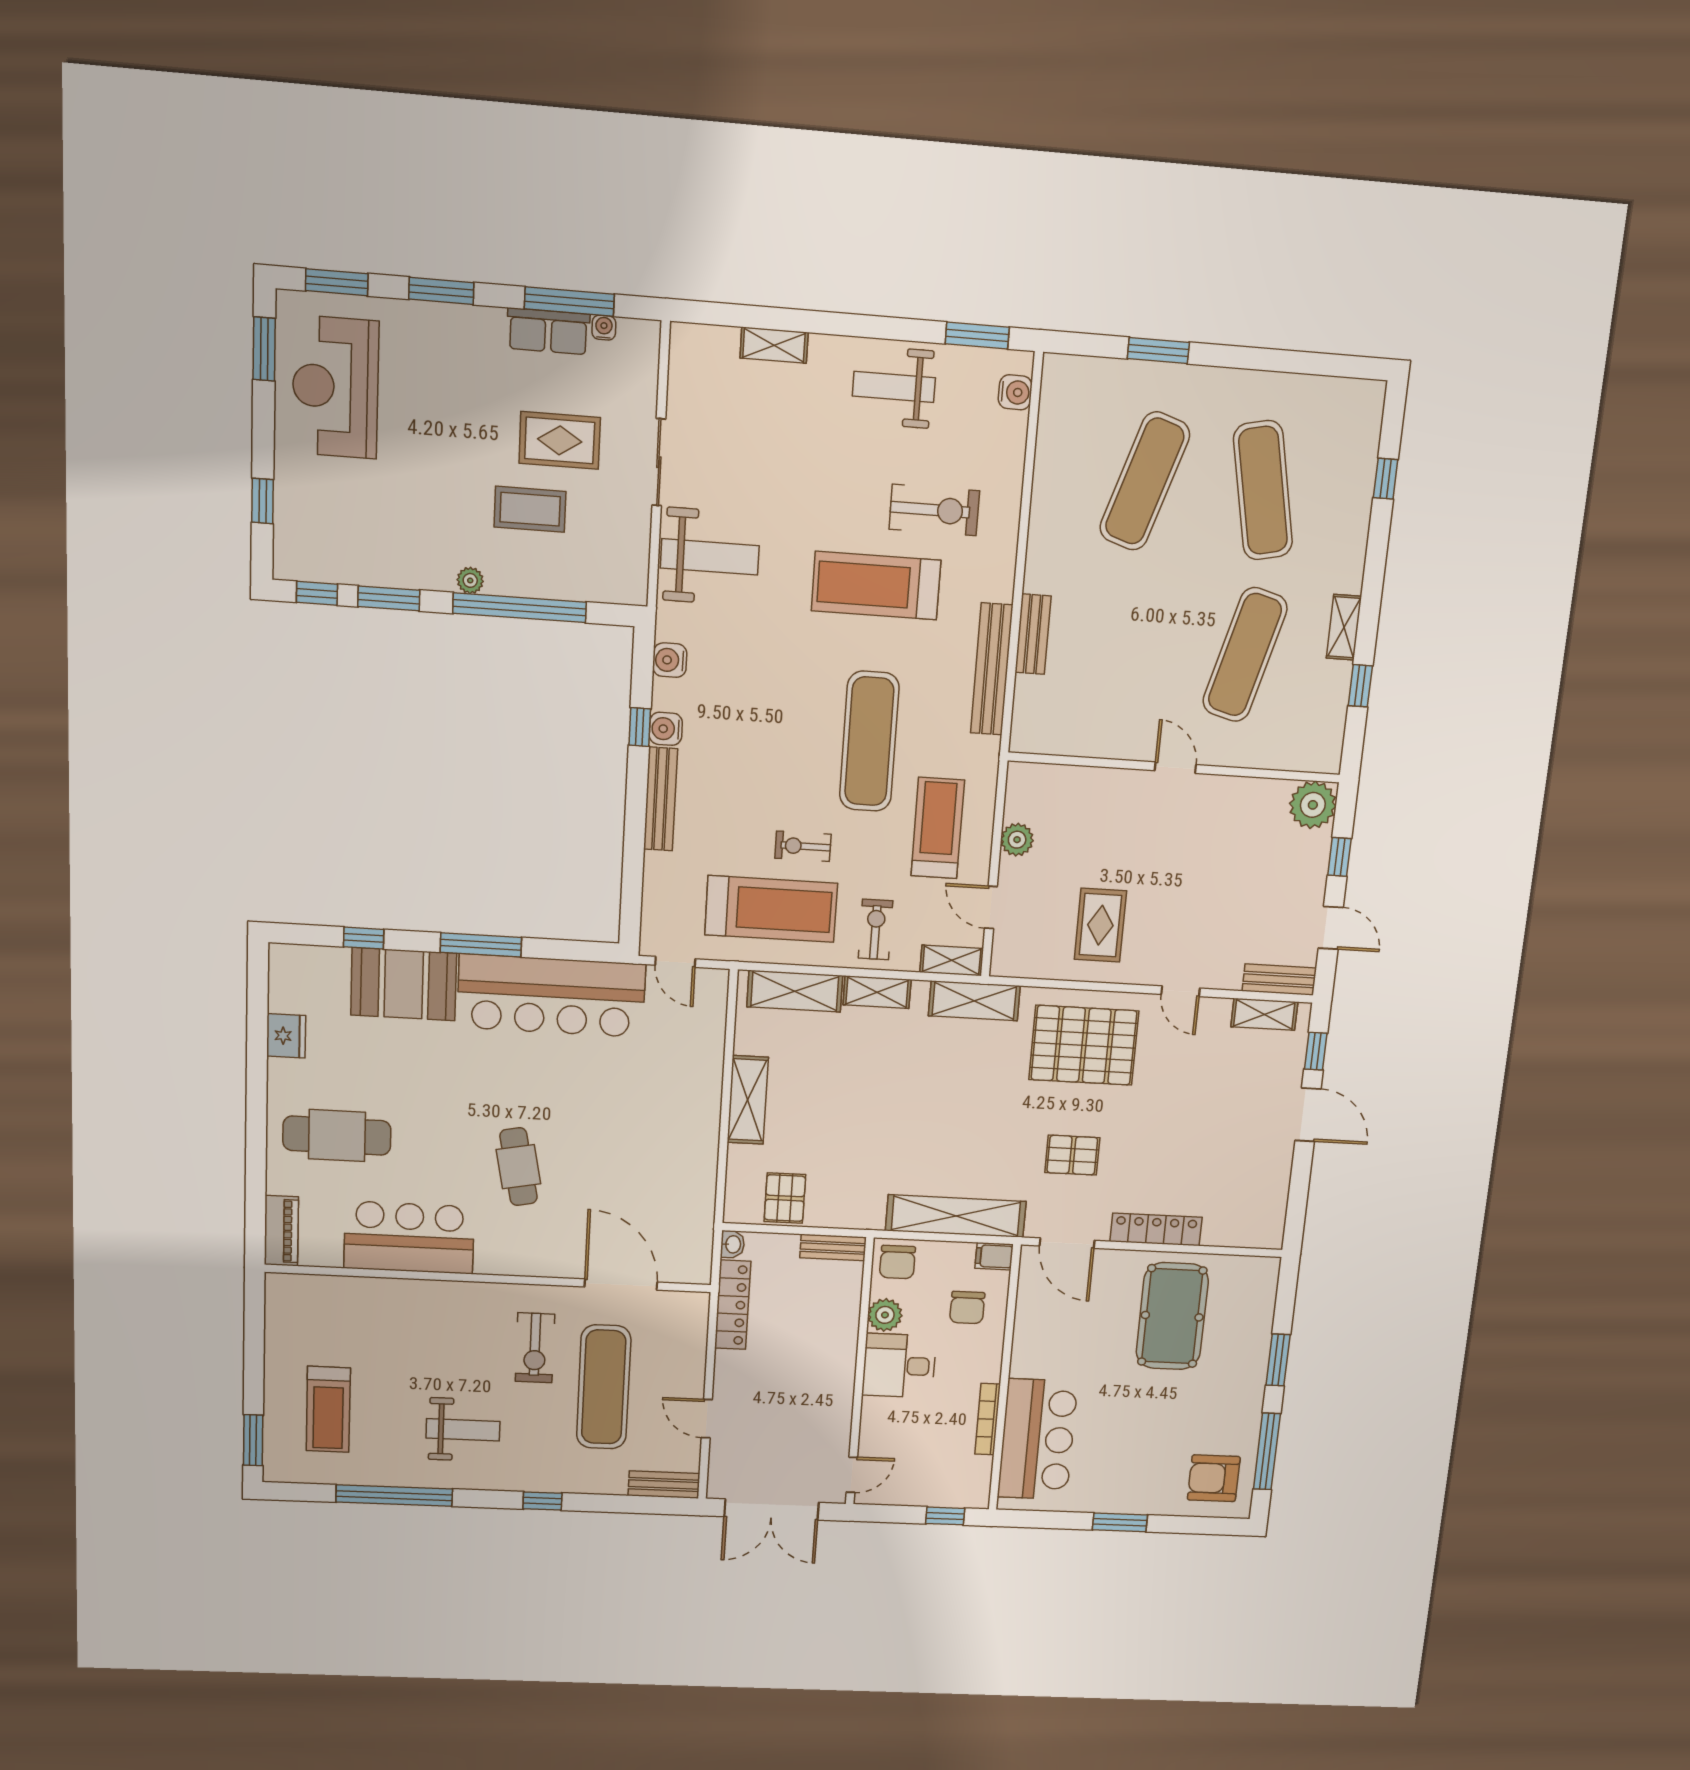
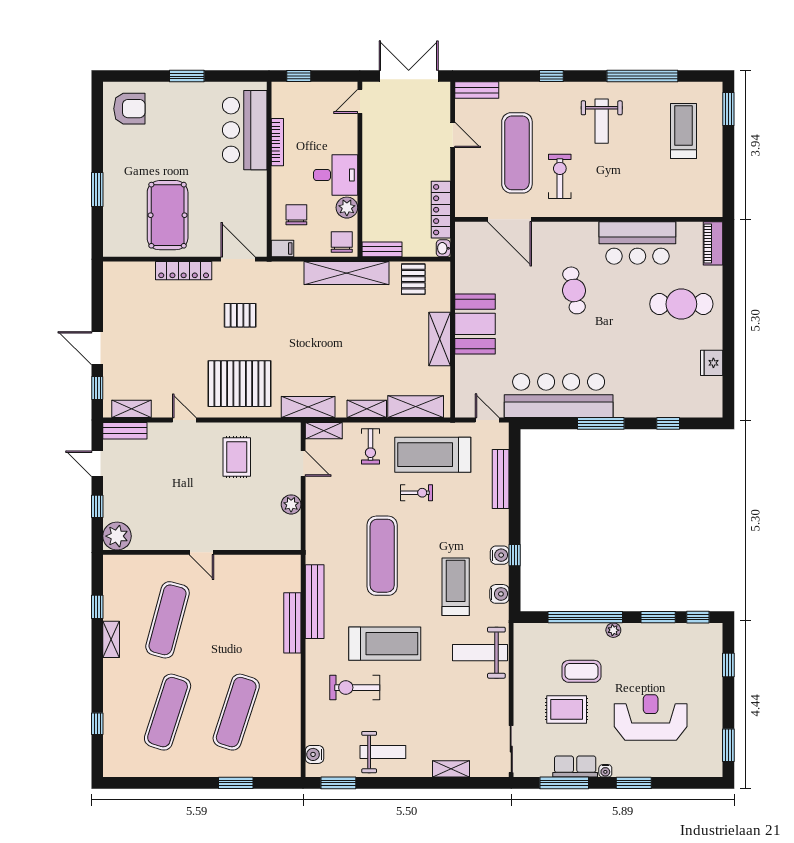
window: (337, 282) -> (690, 783), removed
water cooler: (604, 328) -> (605, 771), moved
reception desk: (335, 387) -> (651, 717), moved, turned -90
sliding door: (659, 462) -> (511, 749), moved
exercise mat: (1263, 490) -> (168, 712), turned 30
bench: (1033, 634) -> (292, 623), width x1.36
bench: (661, 799) -> (501, 479), moved
treadmill: (938, 828) -> (456, 587), moved, turned 180
booth: (404, 984) -> (475, 324), moved, turned 90
shelving: (956, 1216) -> (347, 273), moved
weight bench: (463, 1430) -> (602, 121), turned -90
window: (1267, 1451) -> (97, 128), removed

